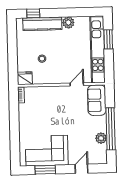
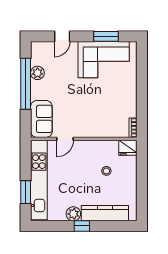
window: (33, 13) -> (82, 226), moved

